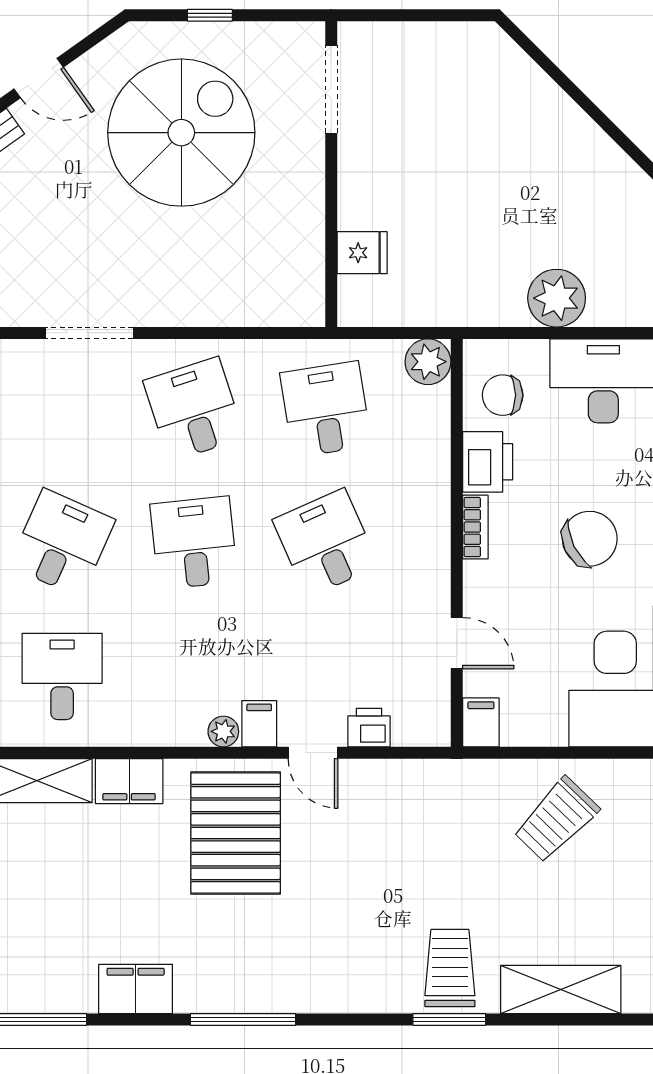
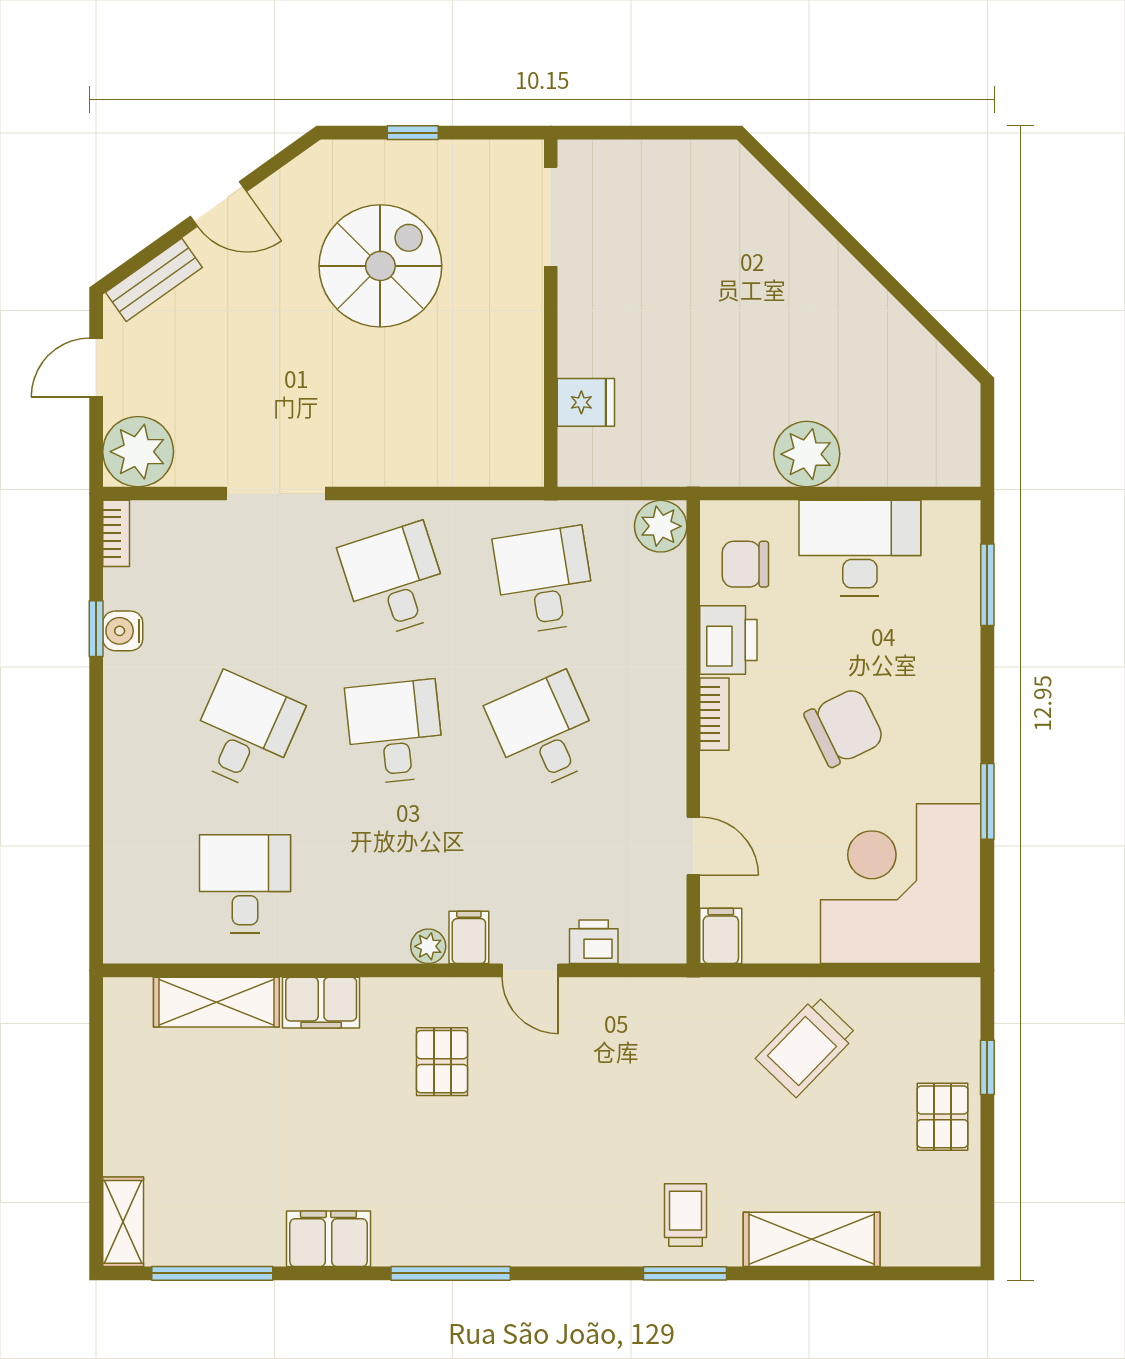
spiral stairs: (181, 133) -> (380, 266), width x0.73, depth x0.73
pallet: (236, 833) -> (442, 1062), width x0.49, depth x0.50
trolley: (450, 968) -> (686, 1215), width x0.73, depth x0.72

